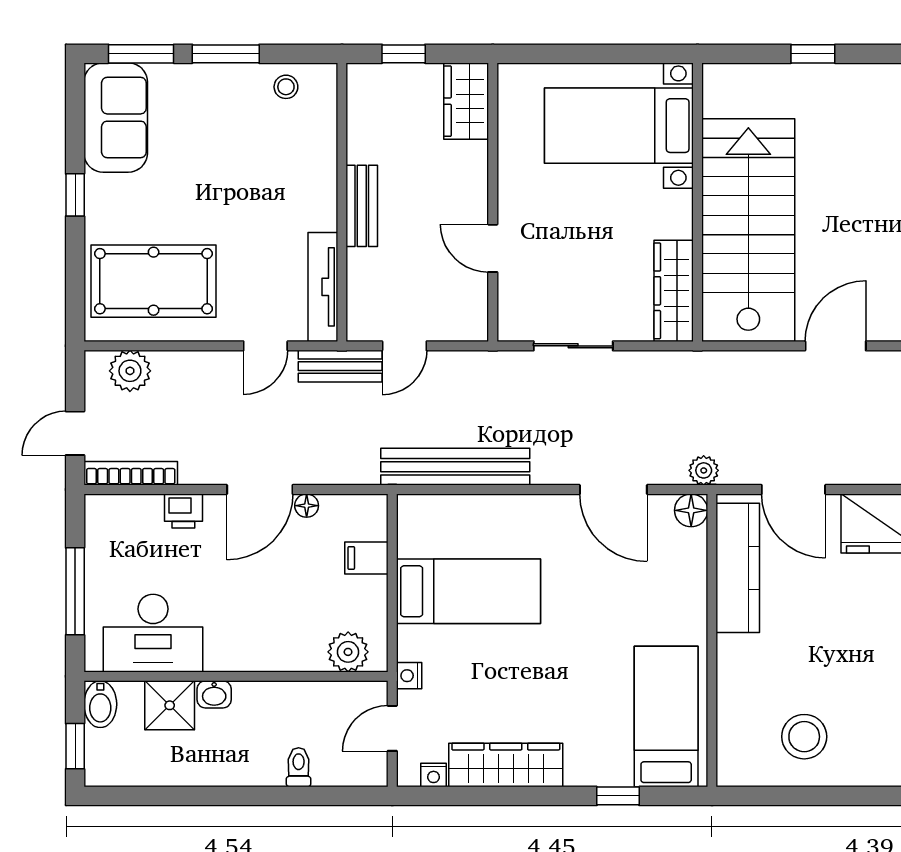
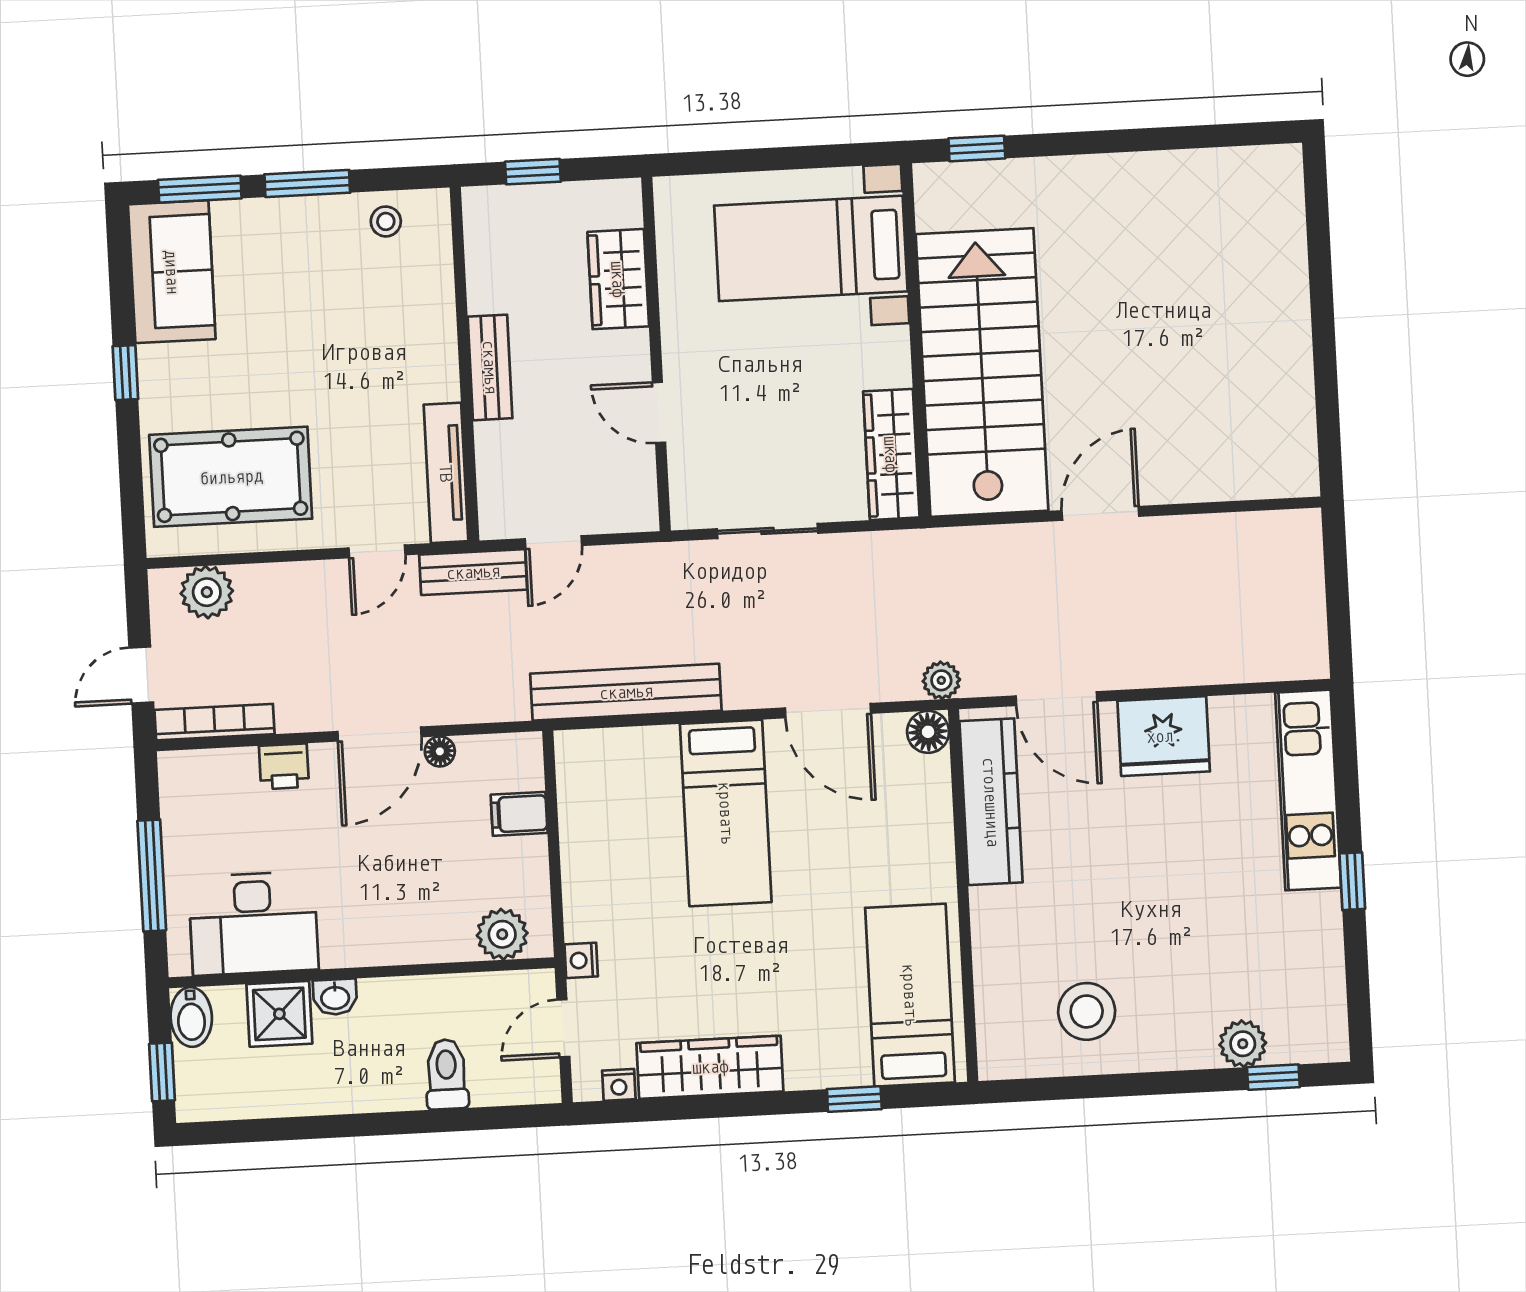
window: (813, 54) -> (977, 148), moved
wardrobe: (466, 101) -> (618, 279), moved
bed: (468, 591) -> (726, 813), moved, turned 90
toilet: (299, 767) -> (447, 1074), width x1.37, depth x1.39

